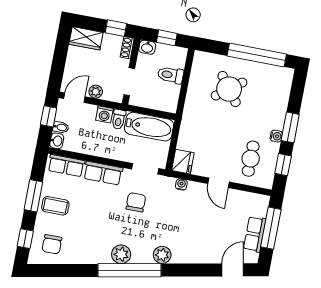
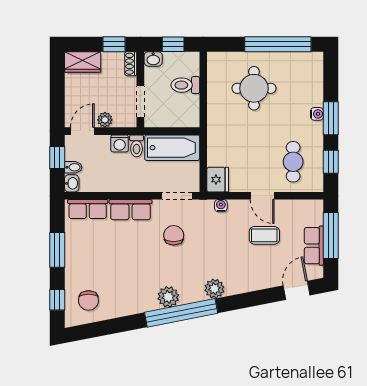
round table: (229, 89) -> (254, 88), turned 37
water cooler: (276, 136) -> (317, 114), moved
coffee table: (55, 206) -> (264, 235), moved

